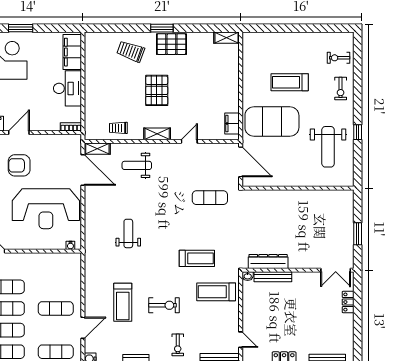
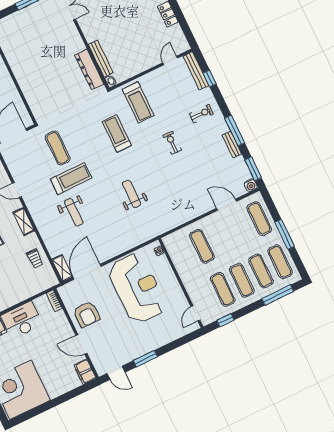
armchair: (19, 165) -> (87, 314), moved
weight bench: (137, 165) -> (74, 212), moved
weight bench: (128, 233) -> (132, 194), moved, turned 90
treadmill: (123, 302) -> (71, 179), moved
exercise bike: (164, 305) -> (172, 143), width x0.73, depth x0.72
exercise mat: (56, 308) -> (202, 246), moved

